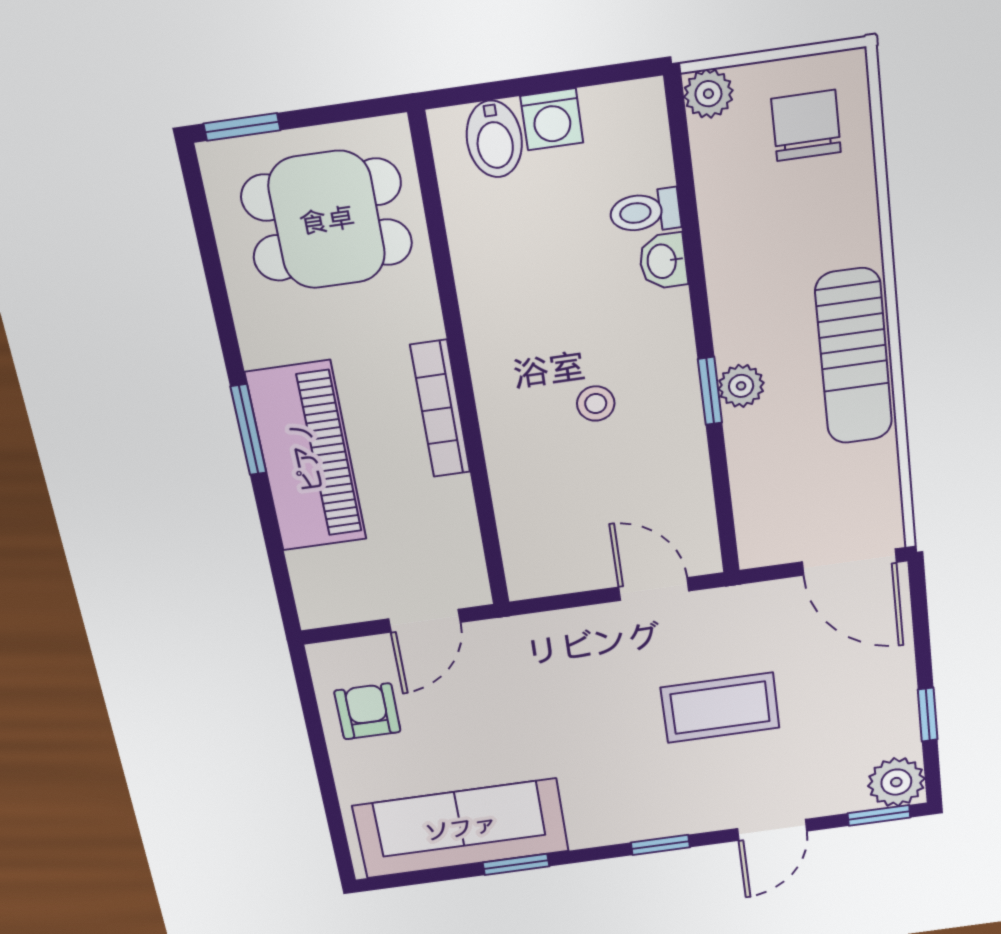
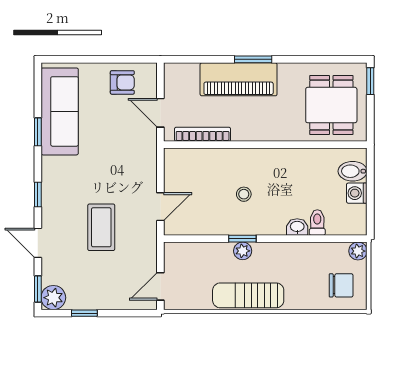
bookcase: (440, 409) -> (203, 134), moved
door: (849, 562) -> (160, 286), width x0.73

